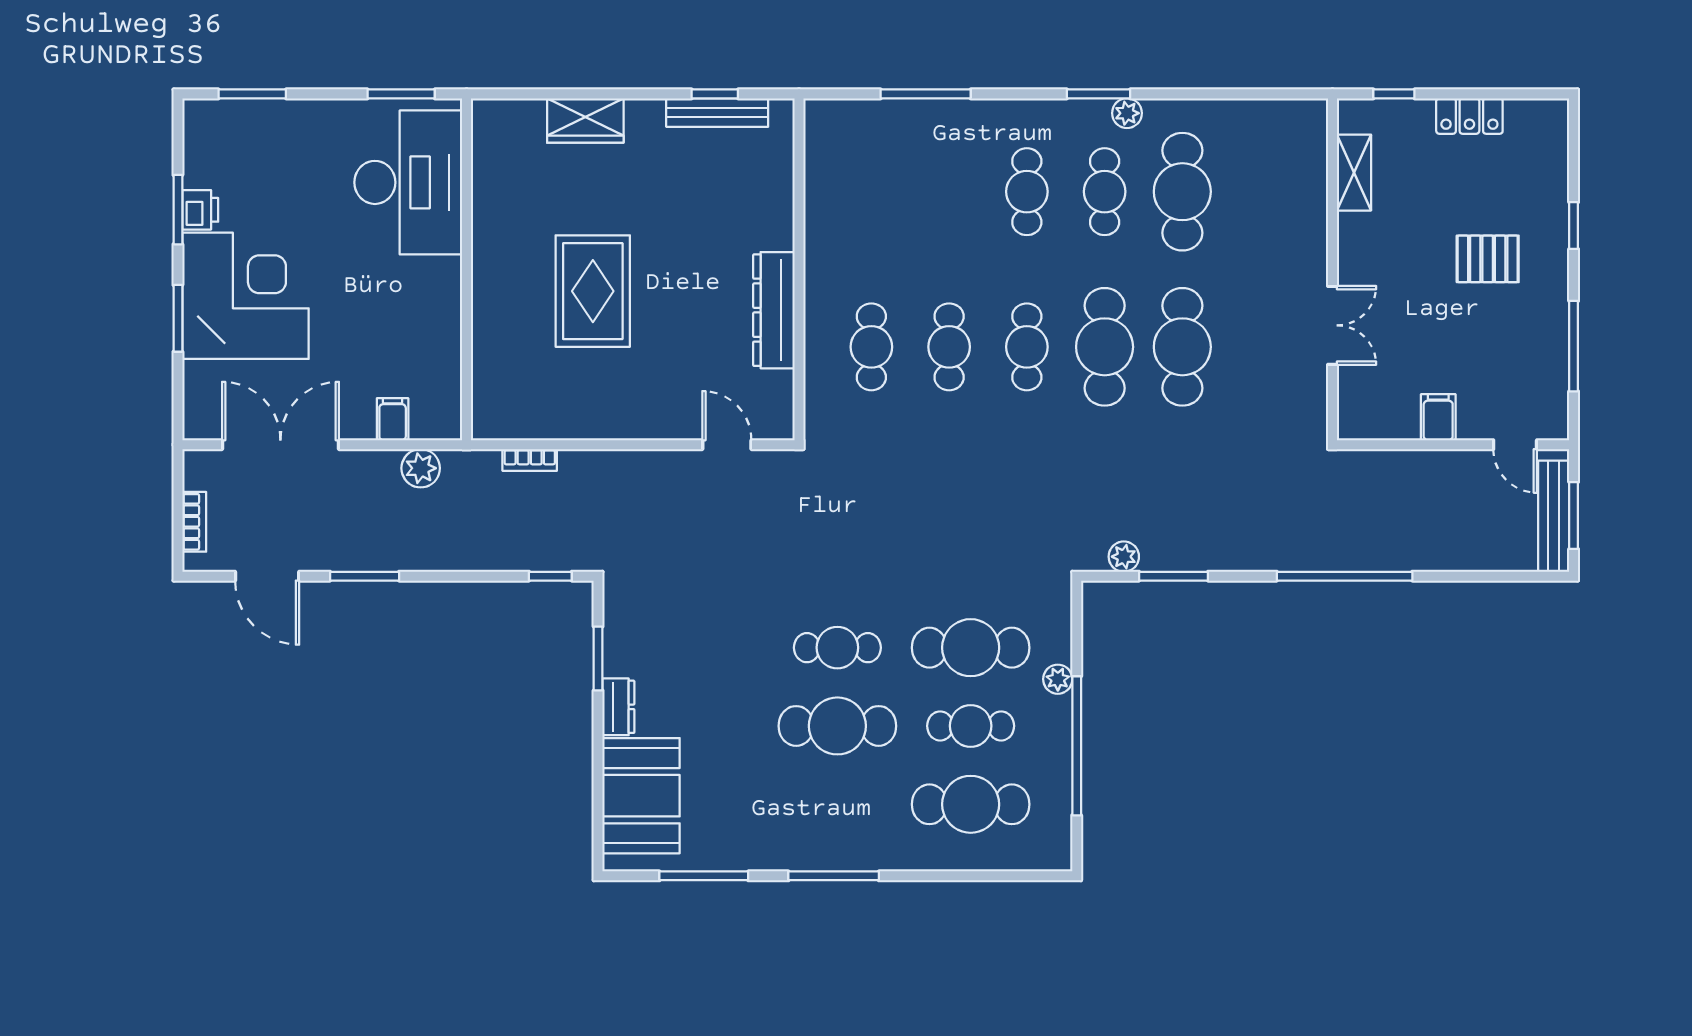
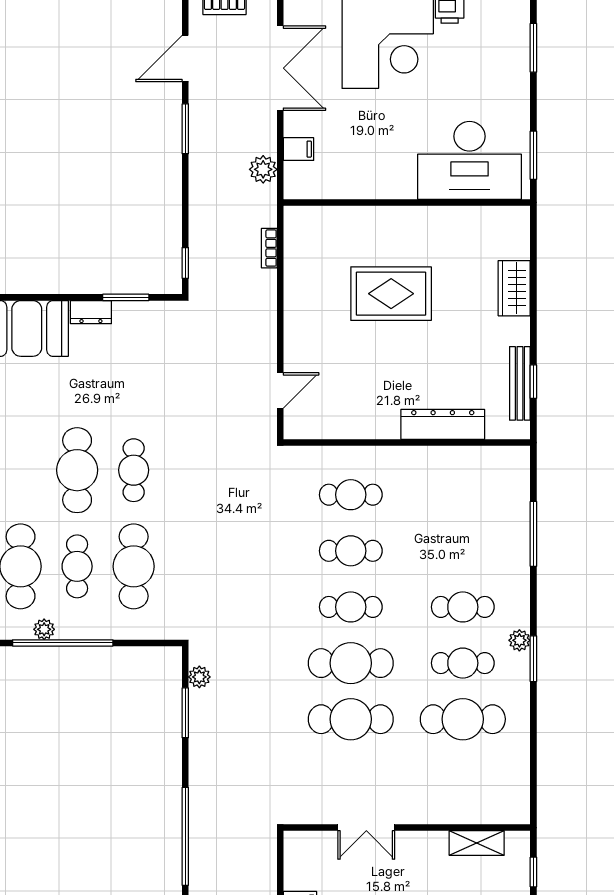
plant: (1127, 113) -> (519, 640), moved
dresser: (774, 310) -> (443, 424), moved
plant: (1058, 679) -> (44, 629), moved

